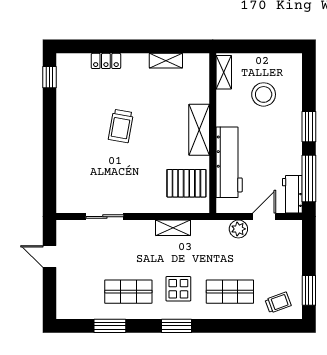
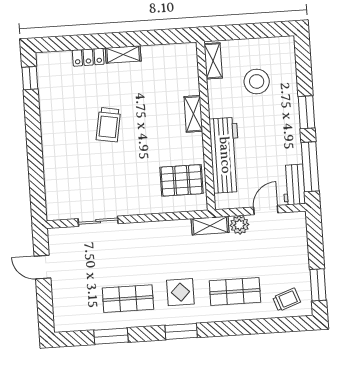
shelving: (166, 61) -> (123, 54), moved
shelving: (199, 130) -> (193, 114), width x0.67, depth x0.75
shelving: (173, 228) -> (210, 226), moved

